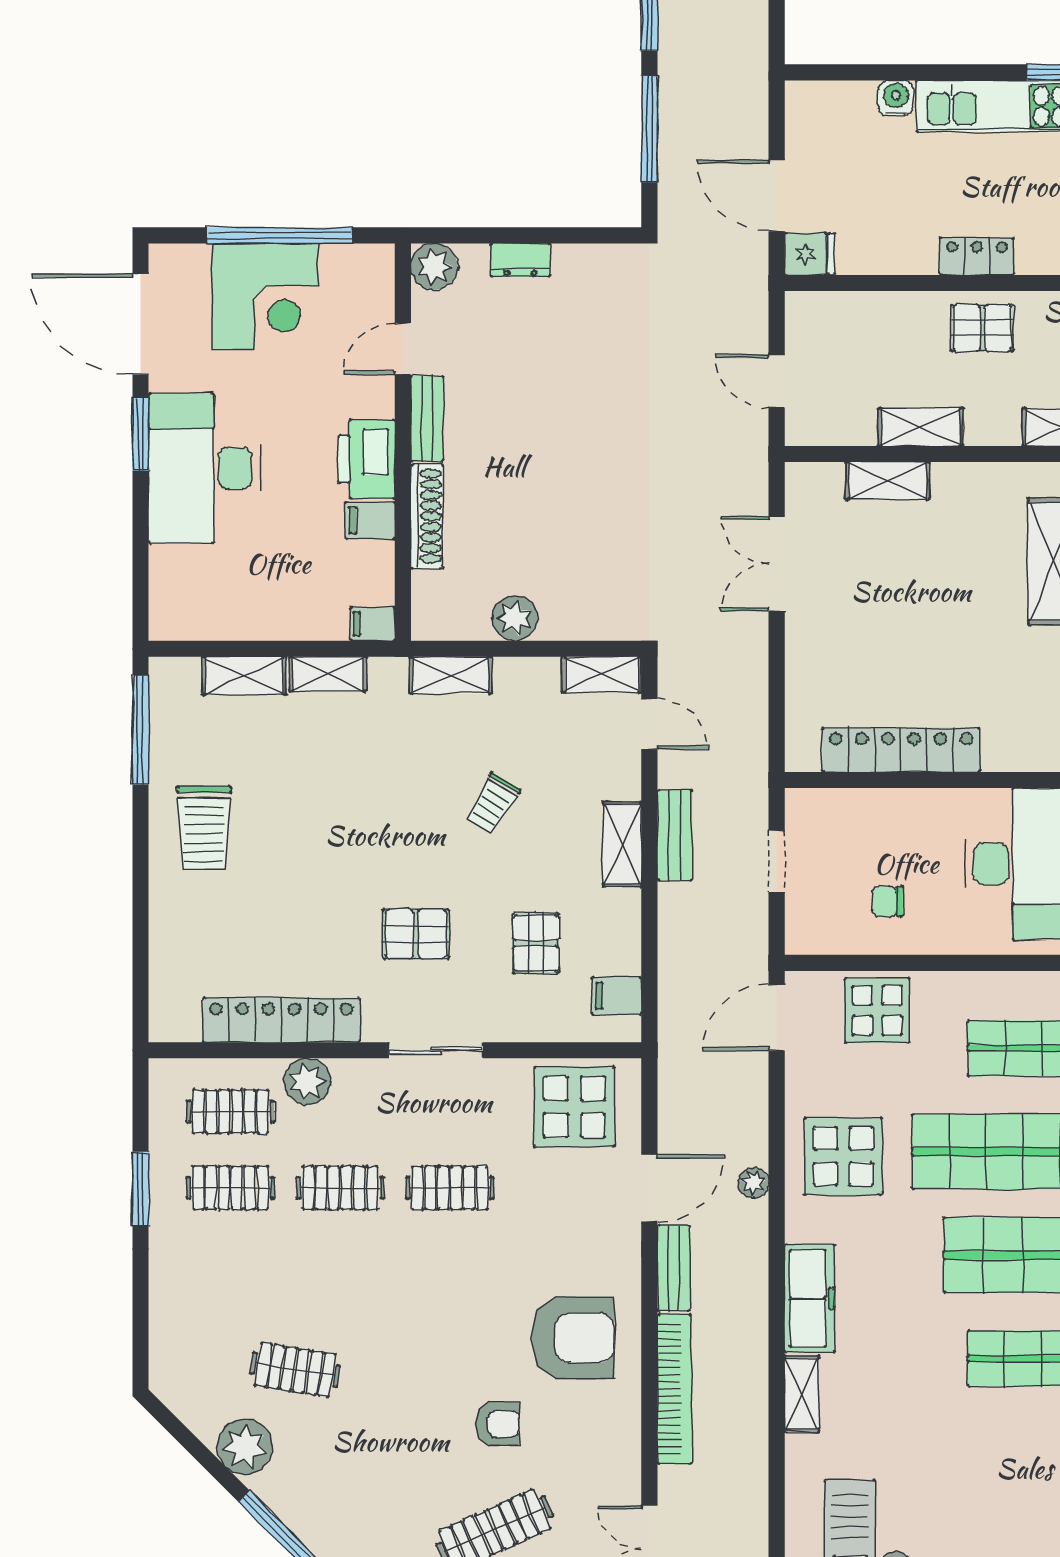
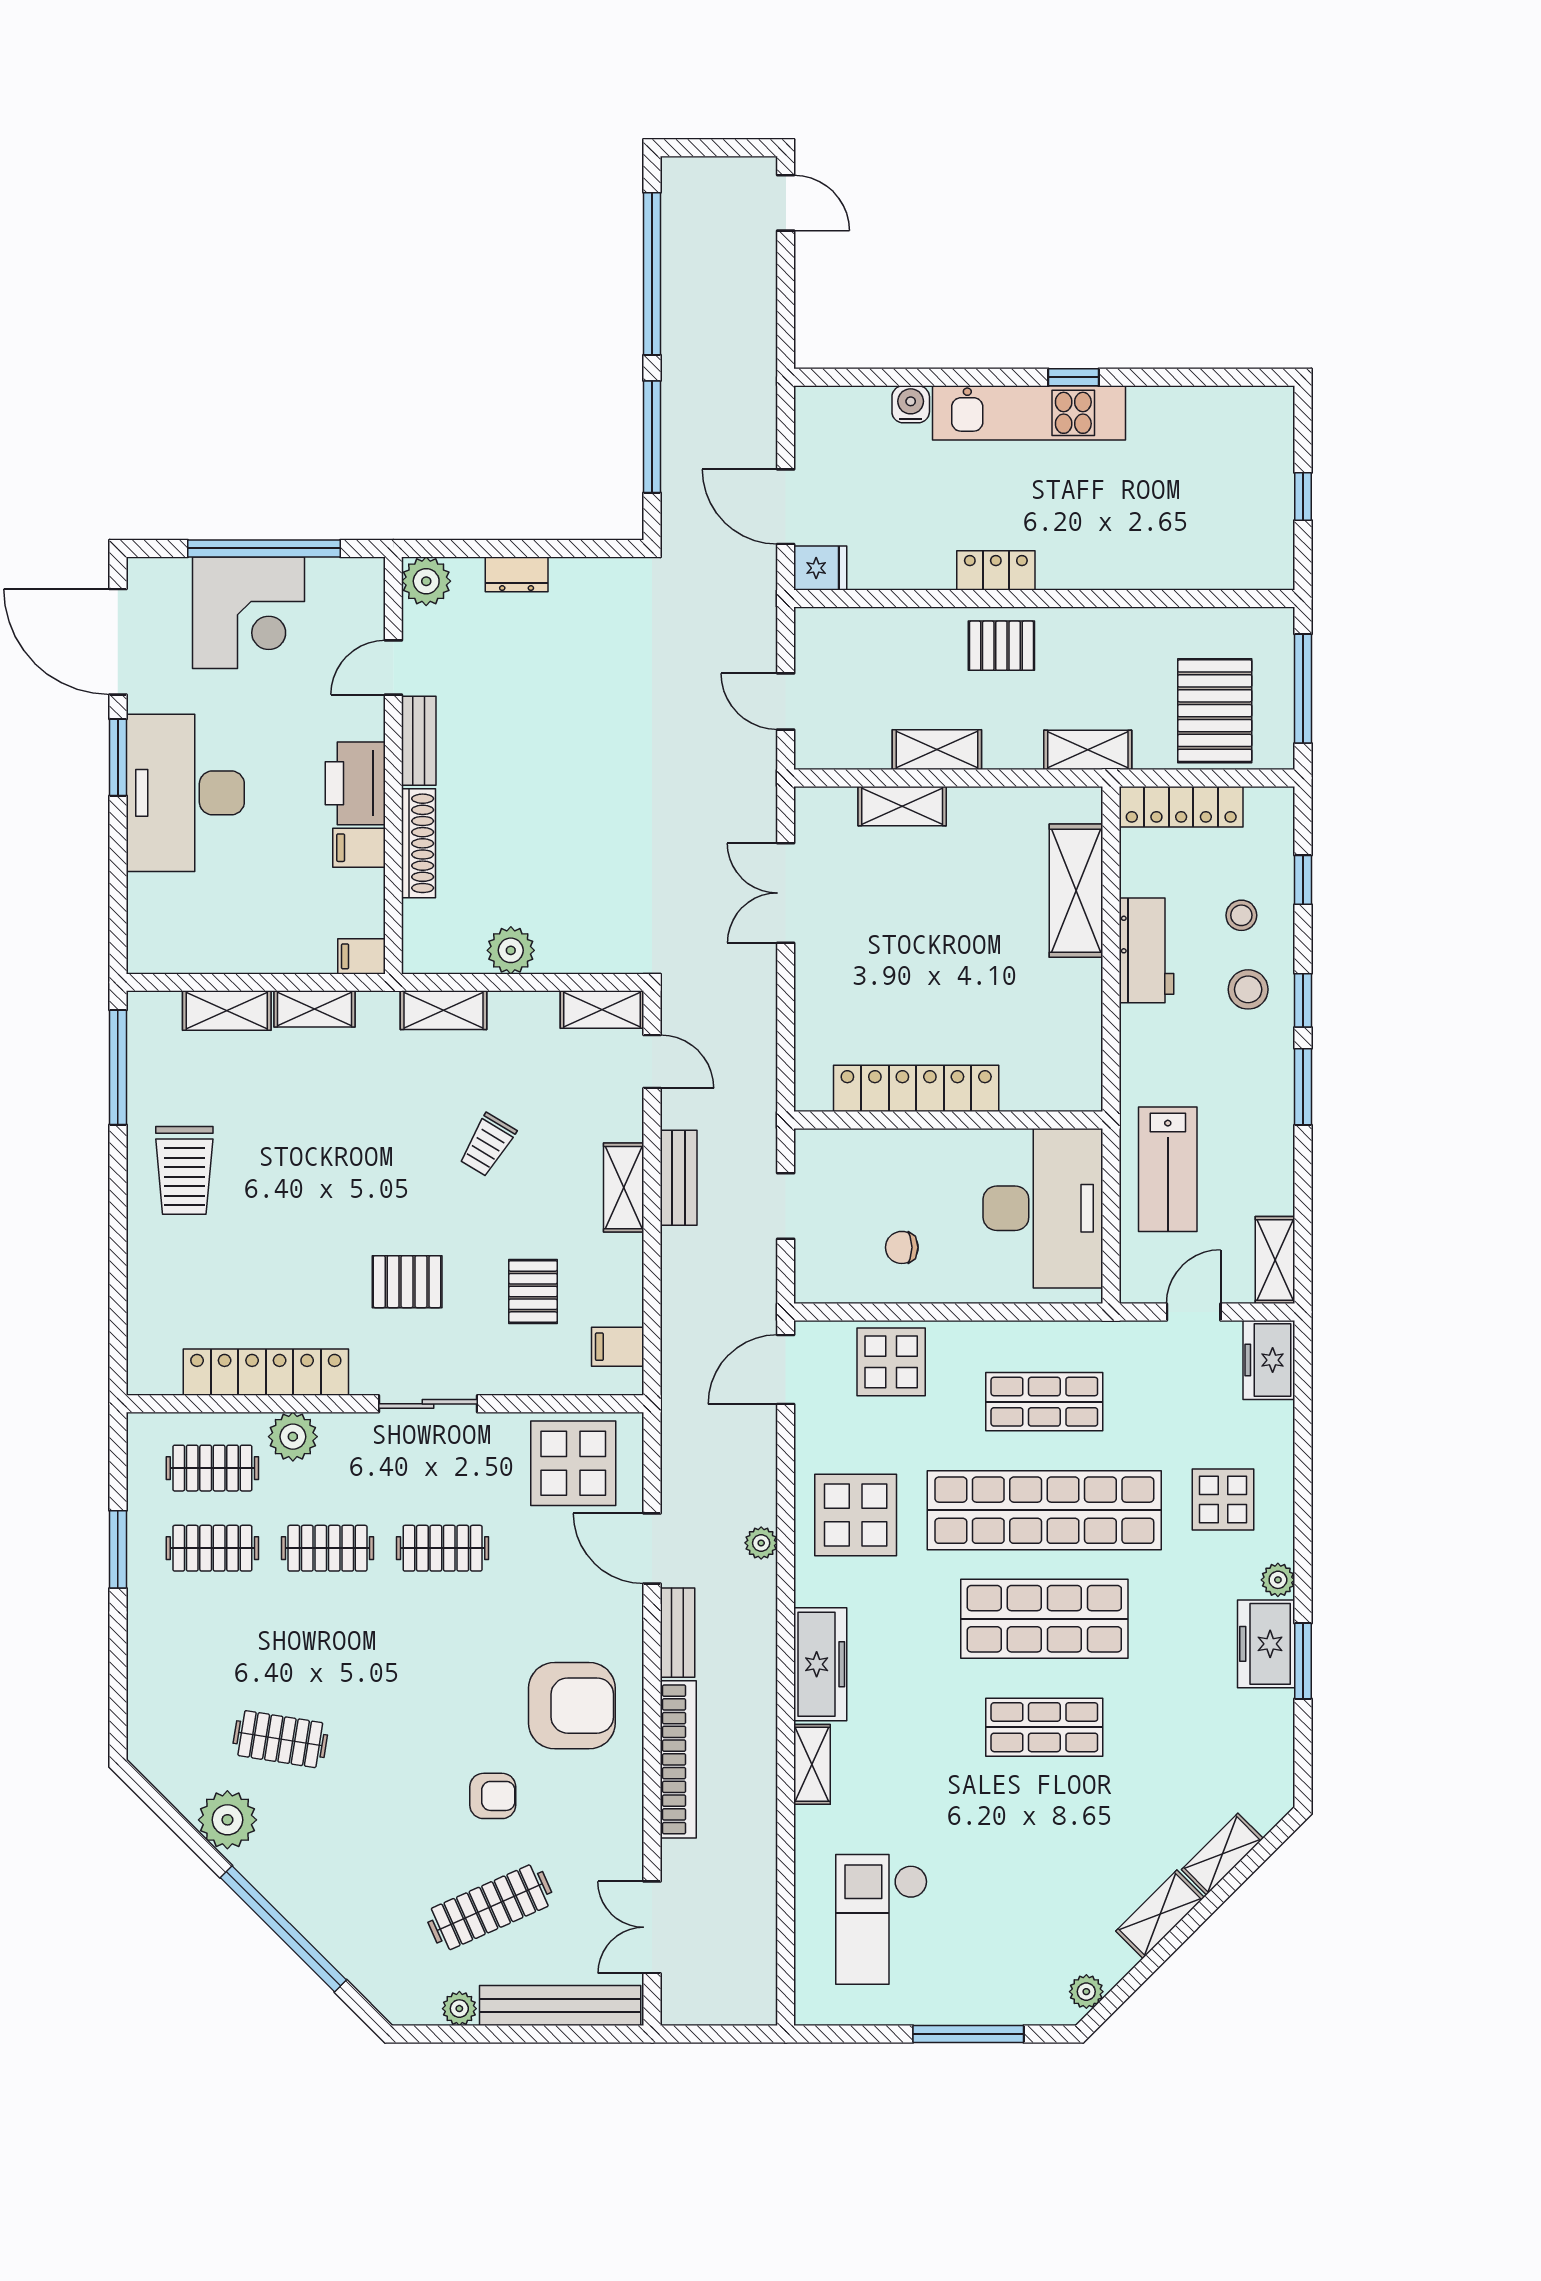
door: (649, 1188) -> (652, 1549), swing flipped

